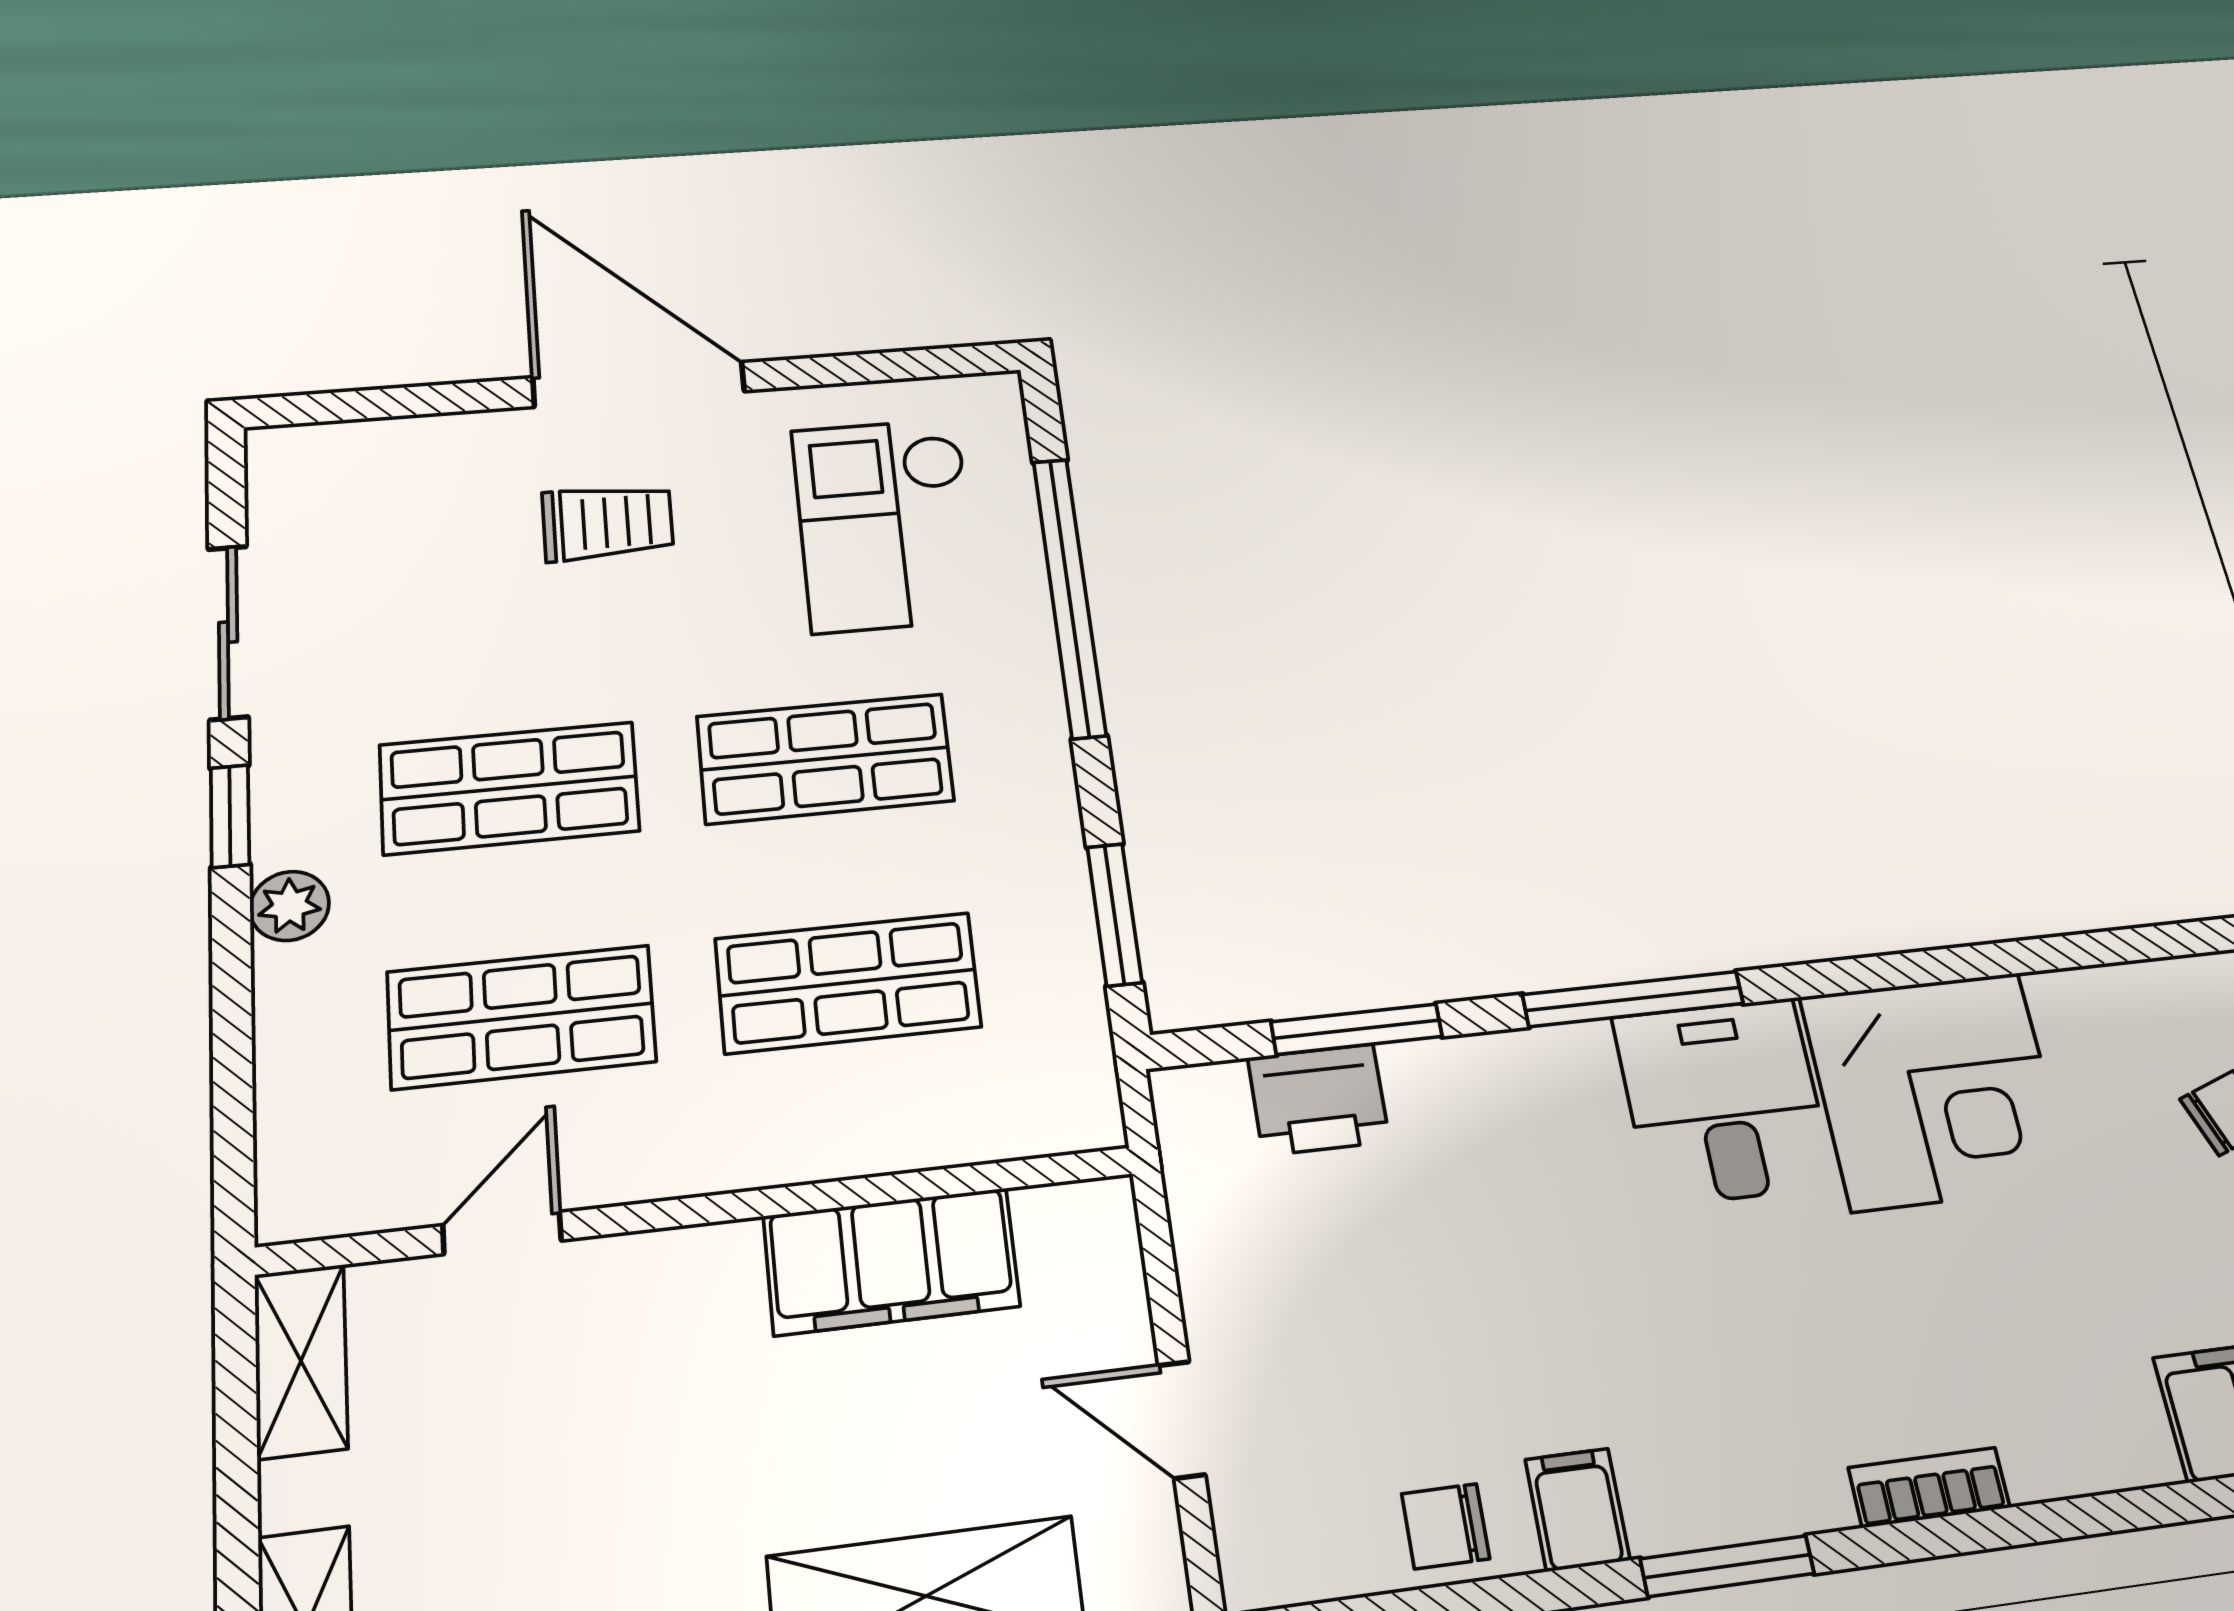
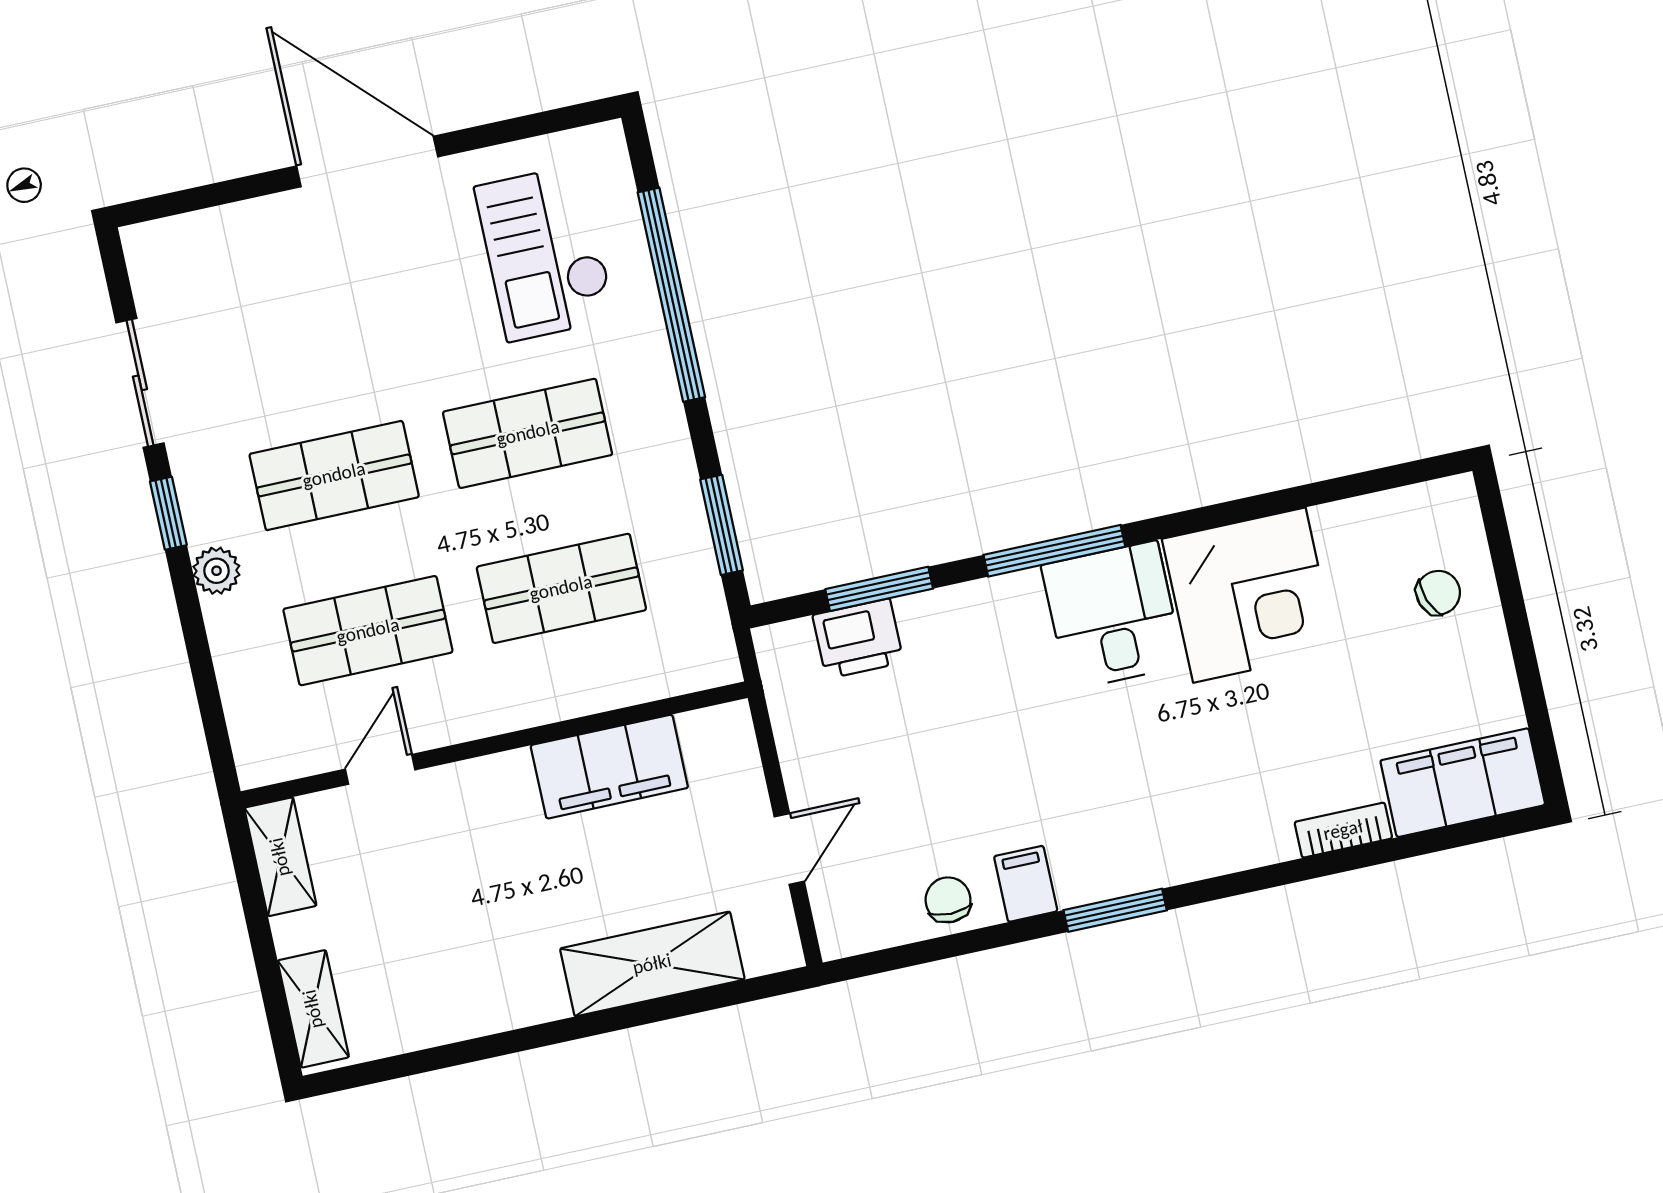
trolley: (608, 522) -> (364, 273), removed
door: (1182, 1420) -> (789, 849), swing flipped
bookcase: (1929, 1488) -> (1343, 830), moved
chair: (1446, 1526) -> (948, 900), turned 90

